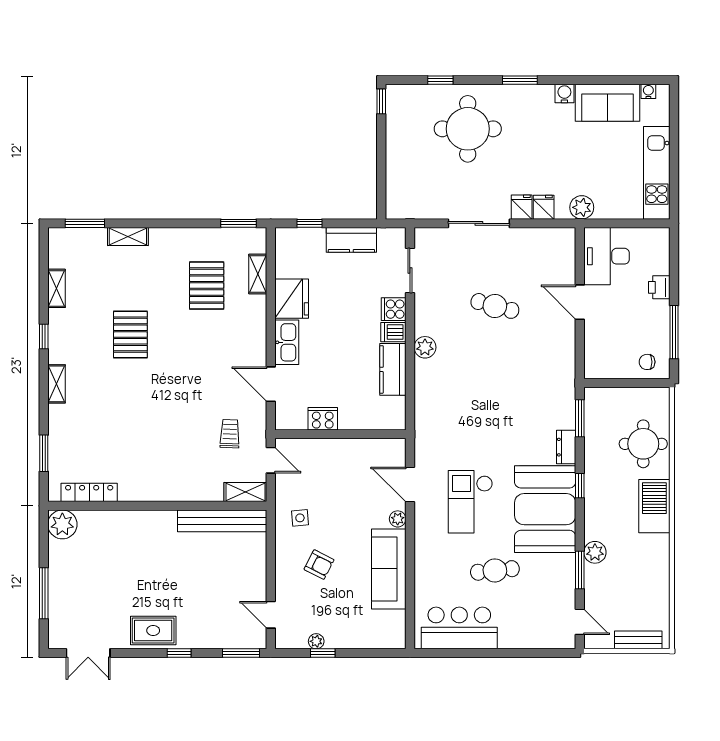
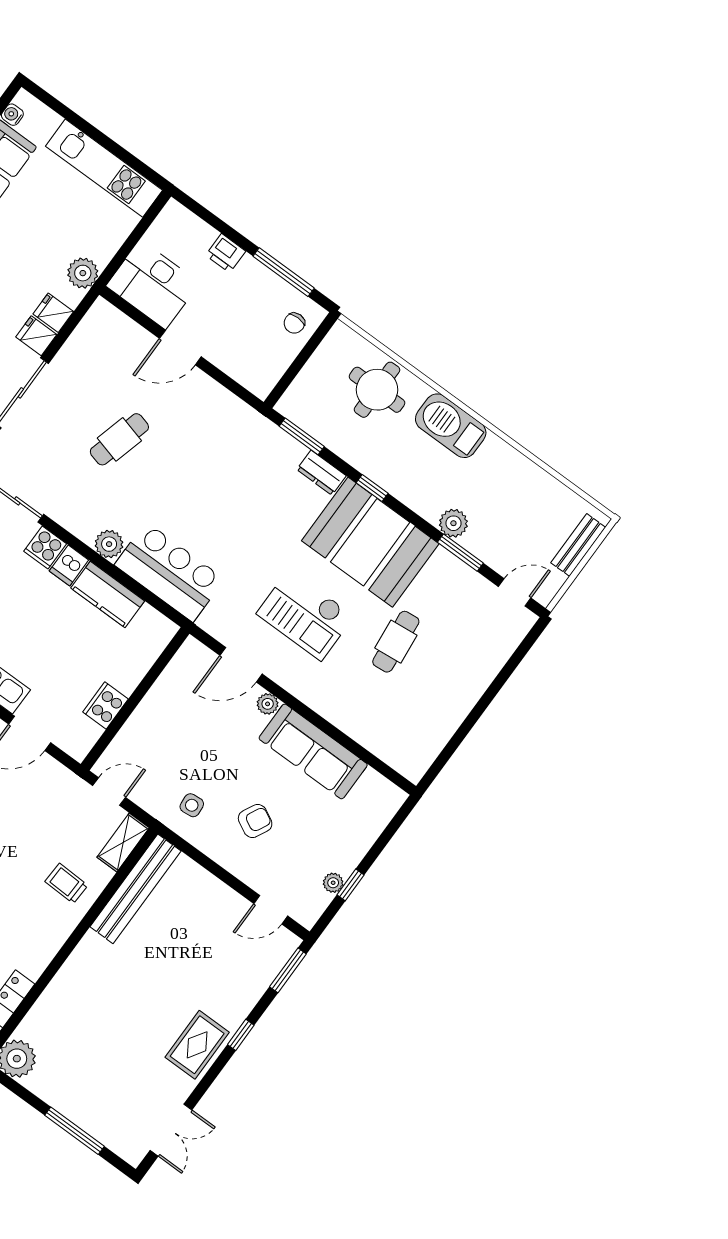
trolley: (230, 434) -> (66, 883), moved
bar counter: (459, 628) -> (169, 572), moved, turned 90

